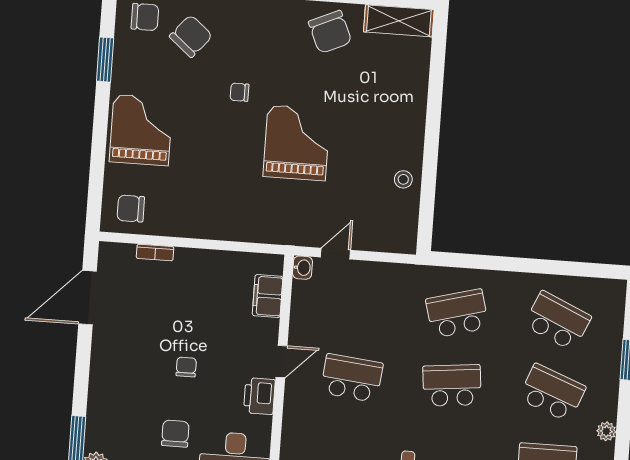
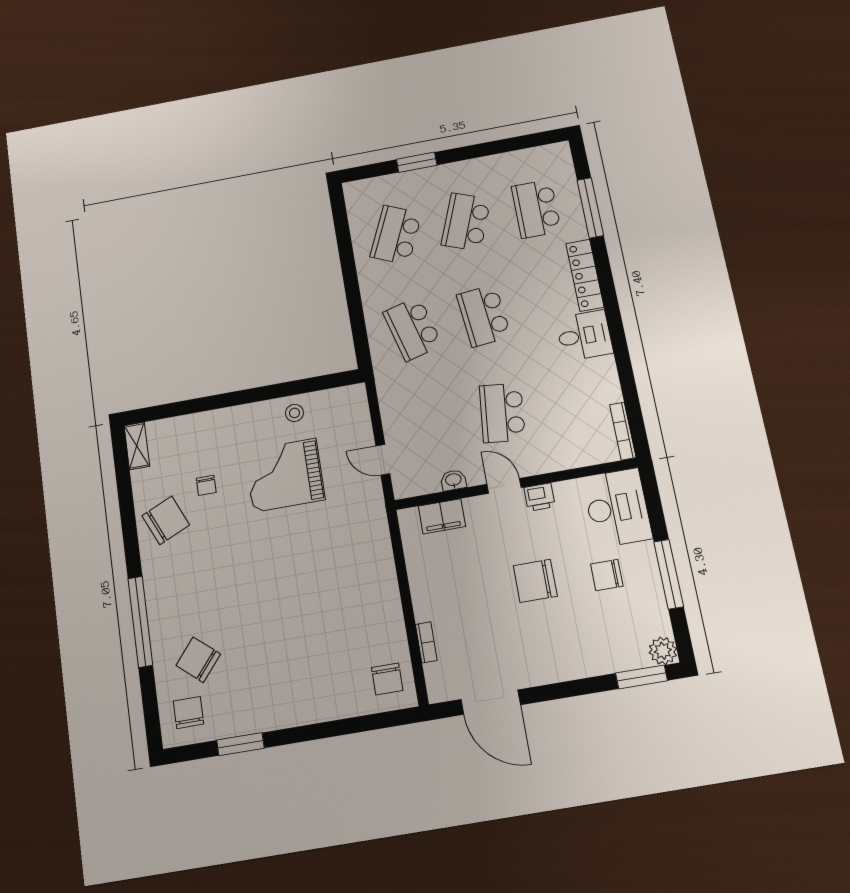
shelving: (399, 21) -> (137, 446), width x0.67, depth x0.75
chair: (240, 92) -> (206, 485), moved
grand piano: (141, 130) -> (304, 688), removed
grand piano: (297, 143) -> (285, 475), moved
washbasin: (303, 268) -> (453, 480), moved
chair: (186, 367) -> (535, 581), width x1.87, depth x1.87
printer: (259, 396) -> (539, 497), width x0.73, depth x0.81
plant: (606, 431) -> (489, 164), removed

